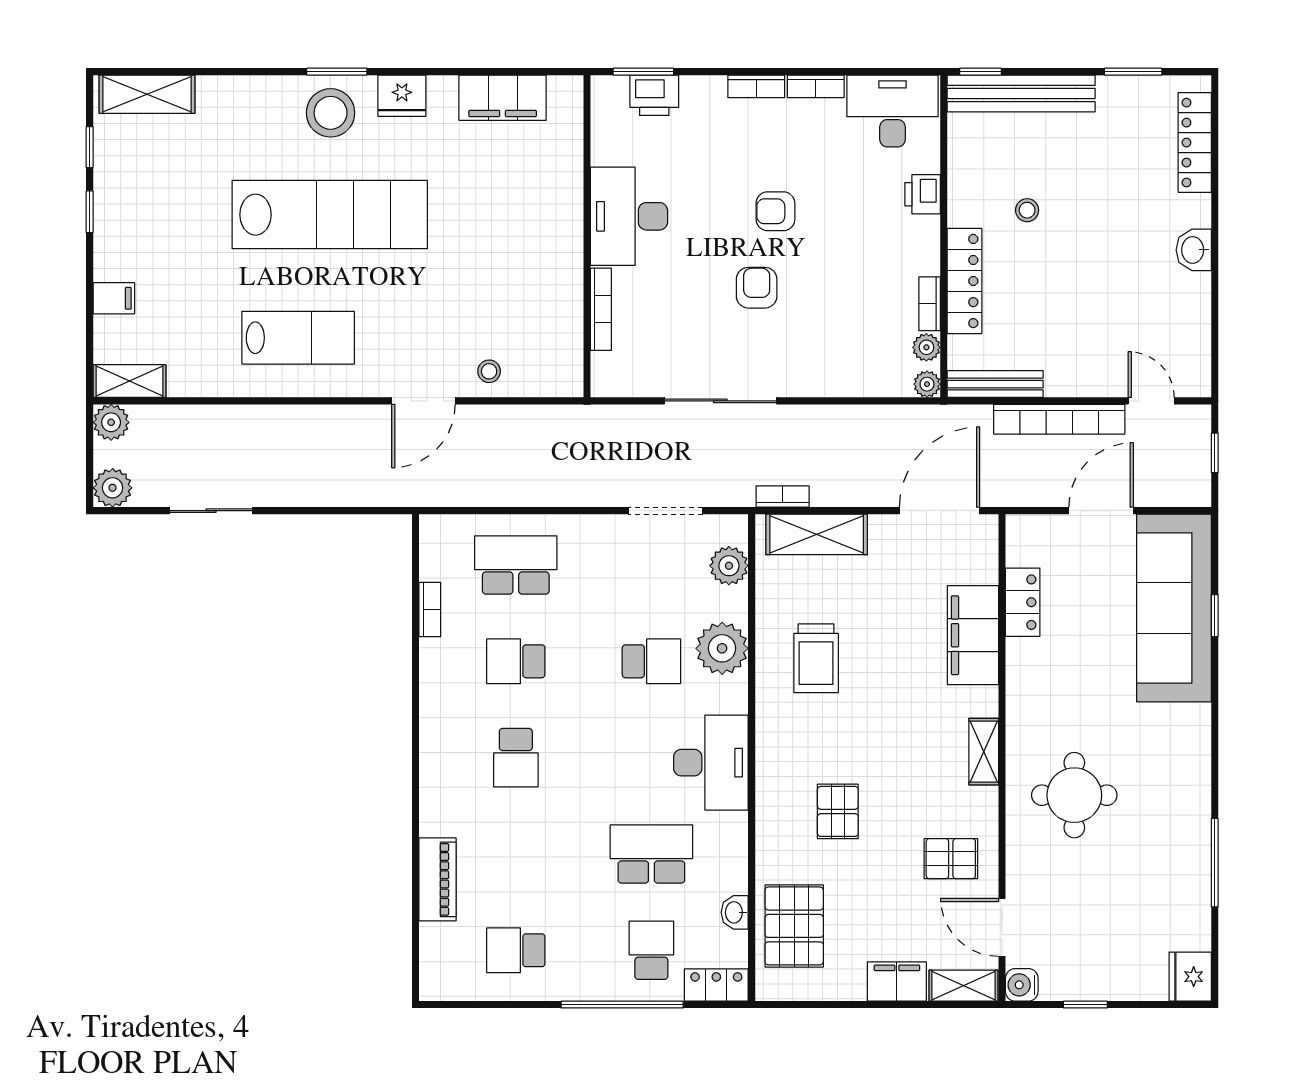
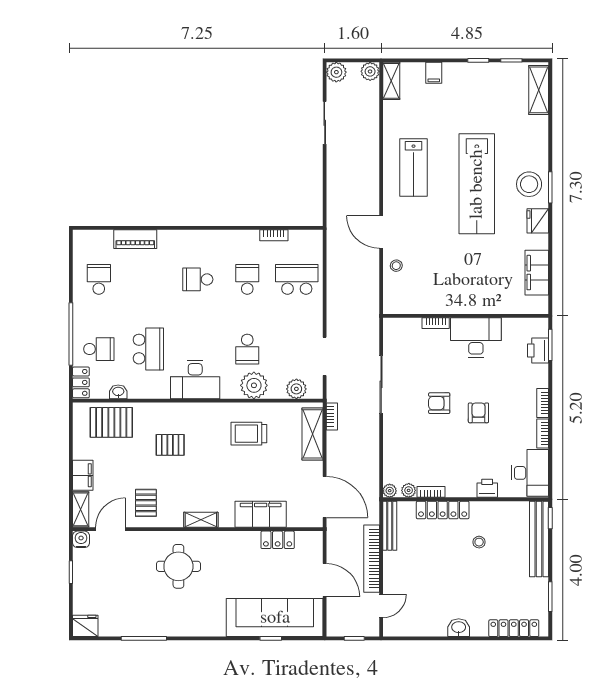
armchair: (757, 288) -> (439, 403), turned 180
bookcase: (601, 309) -> (436, 323), width x0.64
school desk: (516, 565) -> (297, 279), turned -90

